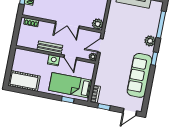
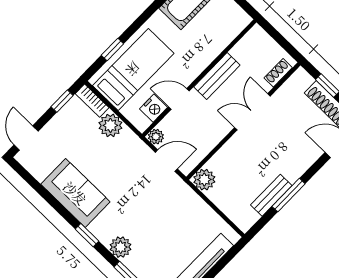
double door: (67, 25) -> (252, 112), moved
door: (100, 46) -> (166, 161), hinge flipped
nightstand: (54, 60) -> (154, 108), moved
sofa: (140, 75) -> (75, 193), width x0.73
plant: (101, 79) -> (110, 125), added

